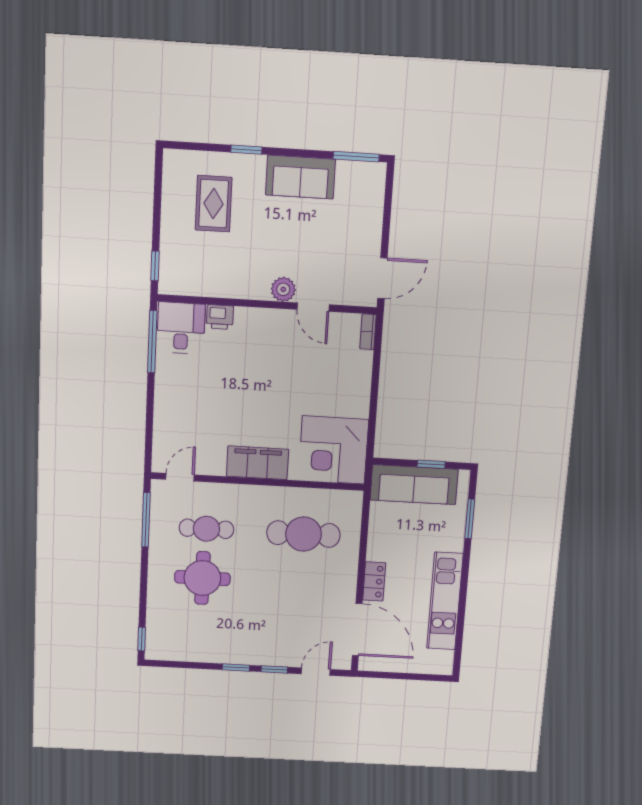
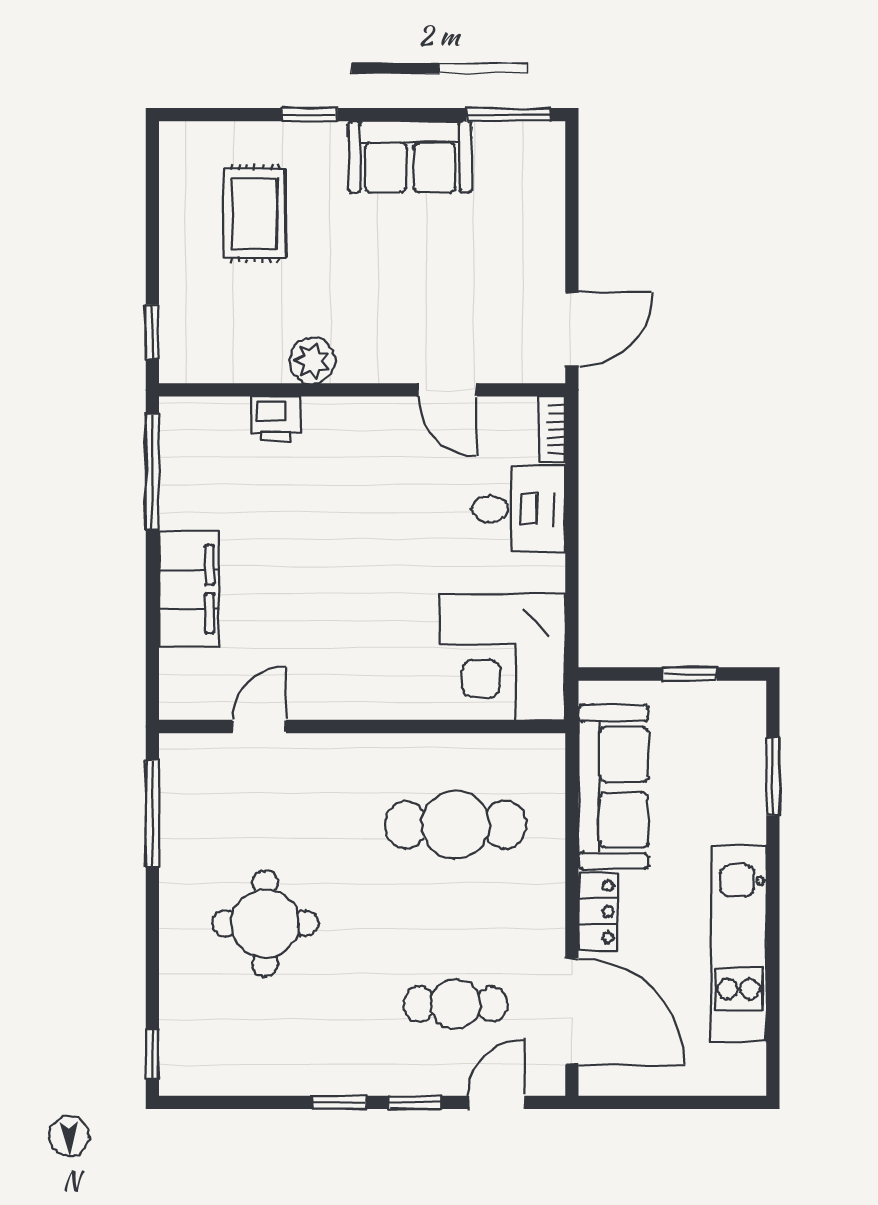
plant: (283, 289) -> (312, 361), moved
desk: (181, 328) -> (519, 509), moved, turned 90
filing cabinet: (258, 463) -> (189, 589), moved, turned 90
door: (180, 477) -> (259, 726), moved
sofa: (414, 485) -> (613, 787), moved, turned -90
cafe table: (206, 529) -> (455, 1004), moved

